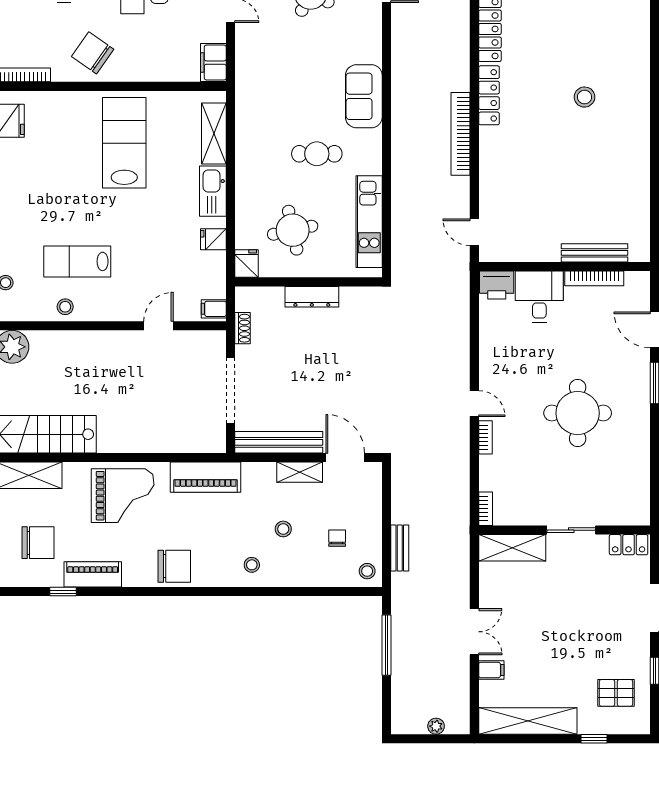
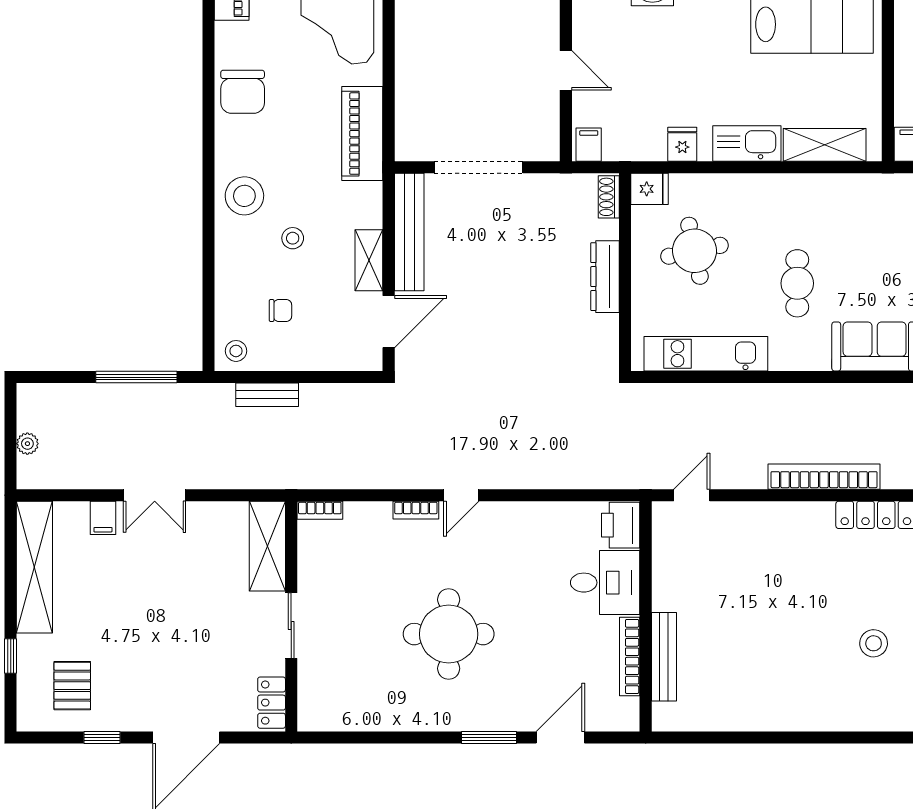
shoe rack: (243, 328) -> (609, 197), moved, turned 90
stool: (252, 565) -> (244, 196), width x1.89, depth x1.89

